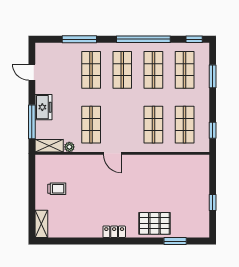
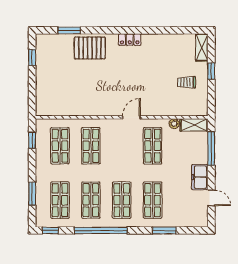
window: (79, 39) -> (164, 230), width x0.69
freezer: (43, 107) -> (200, 177), moved
door: (112, 153) -> (131, 117), hinge flipped
window: (32, 200) -> (211, 71), added
window: (213, 202) -> (32, 58), moved

